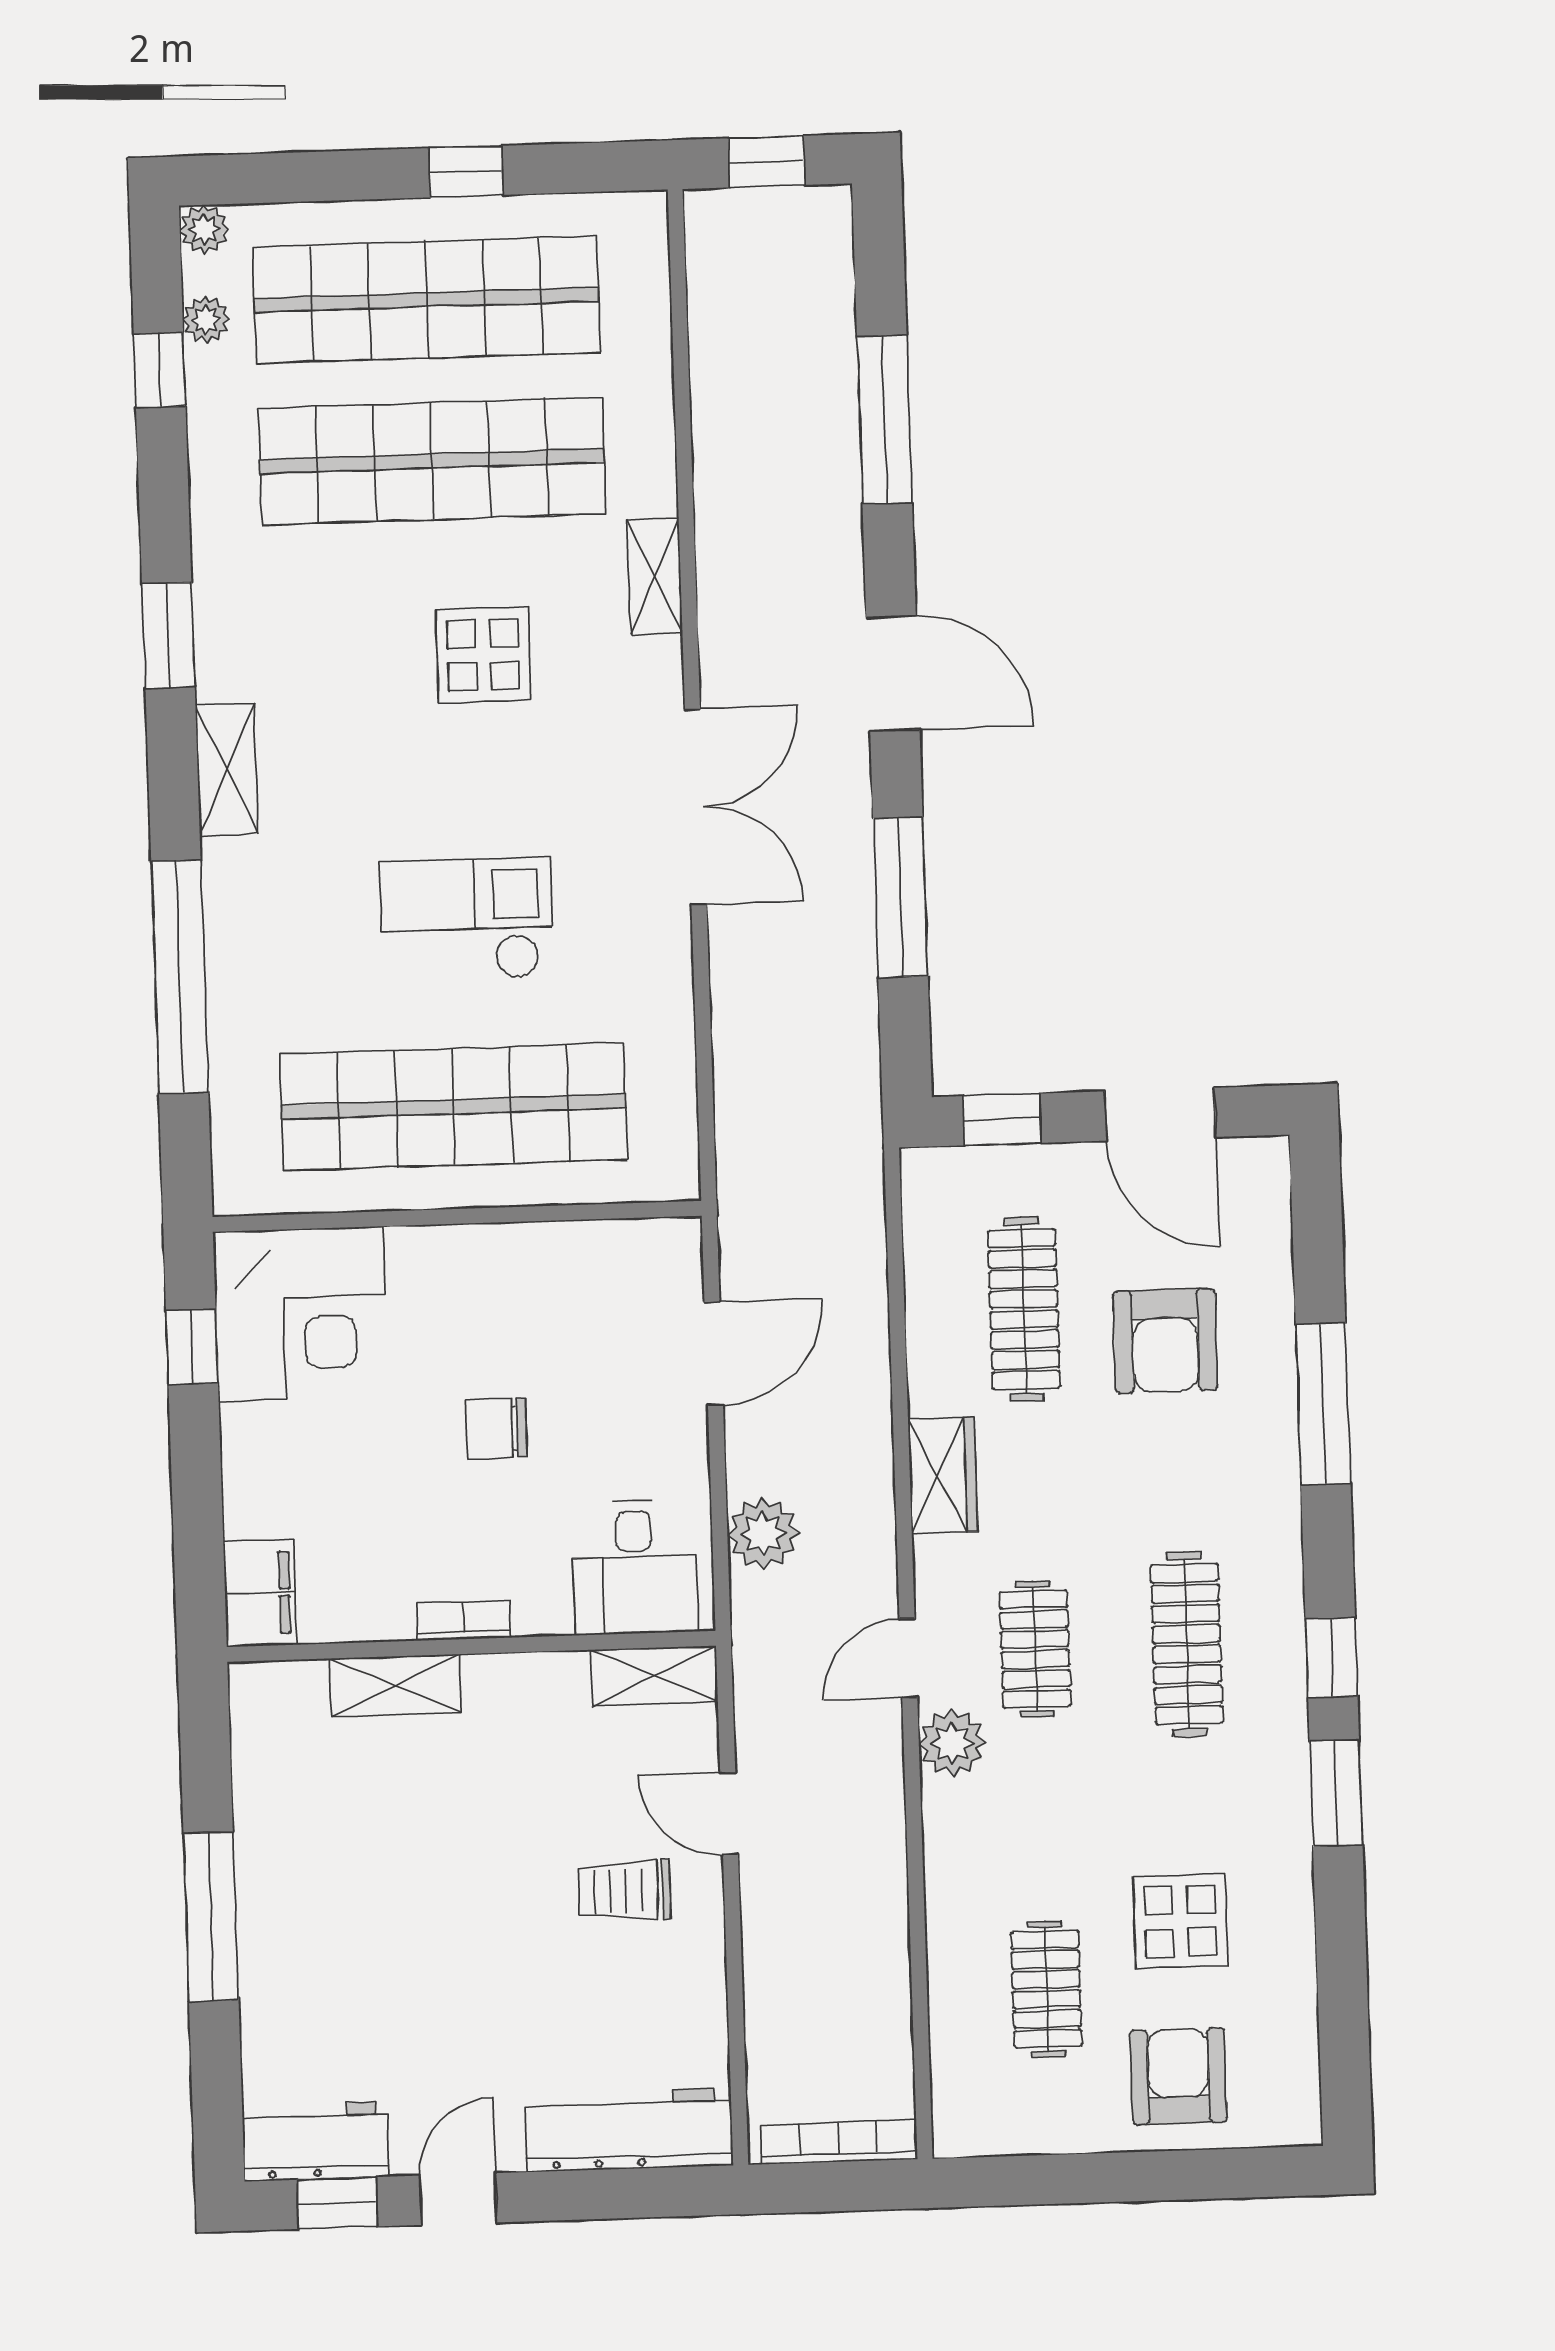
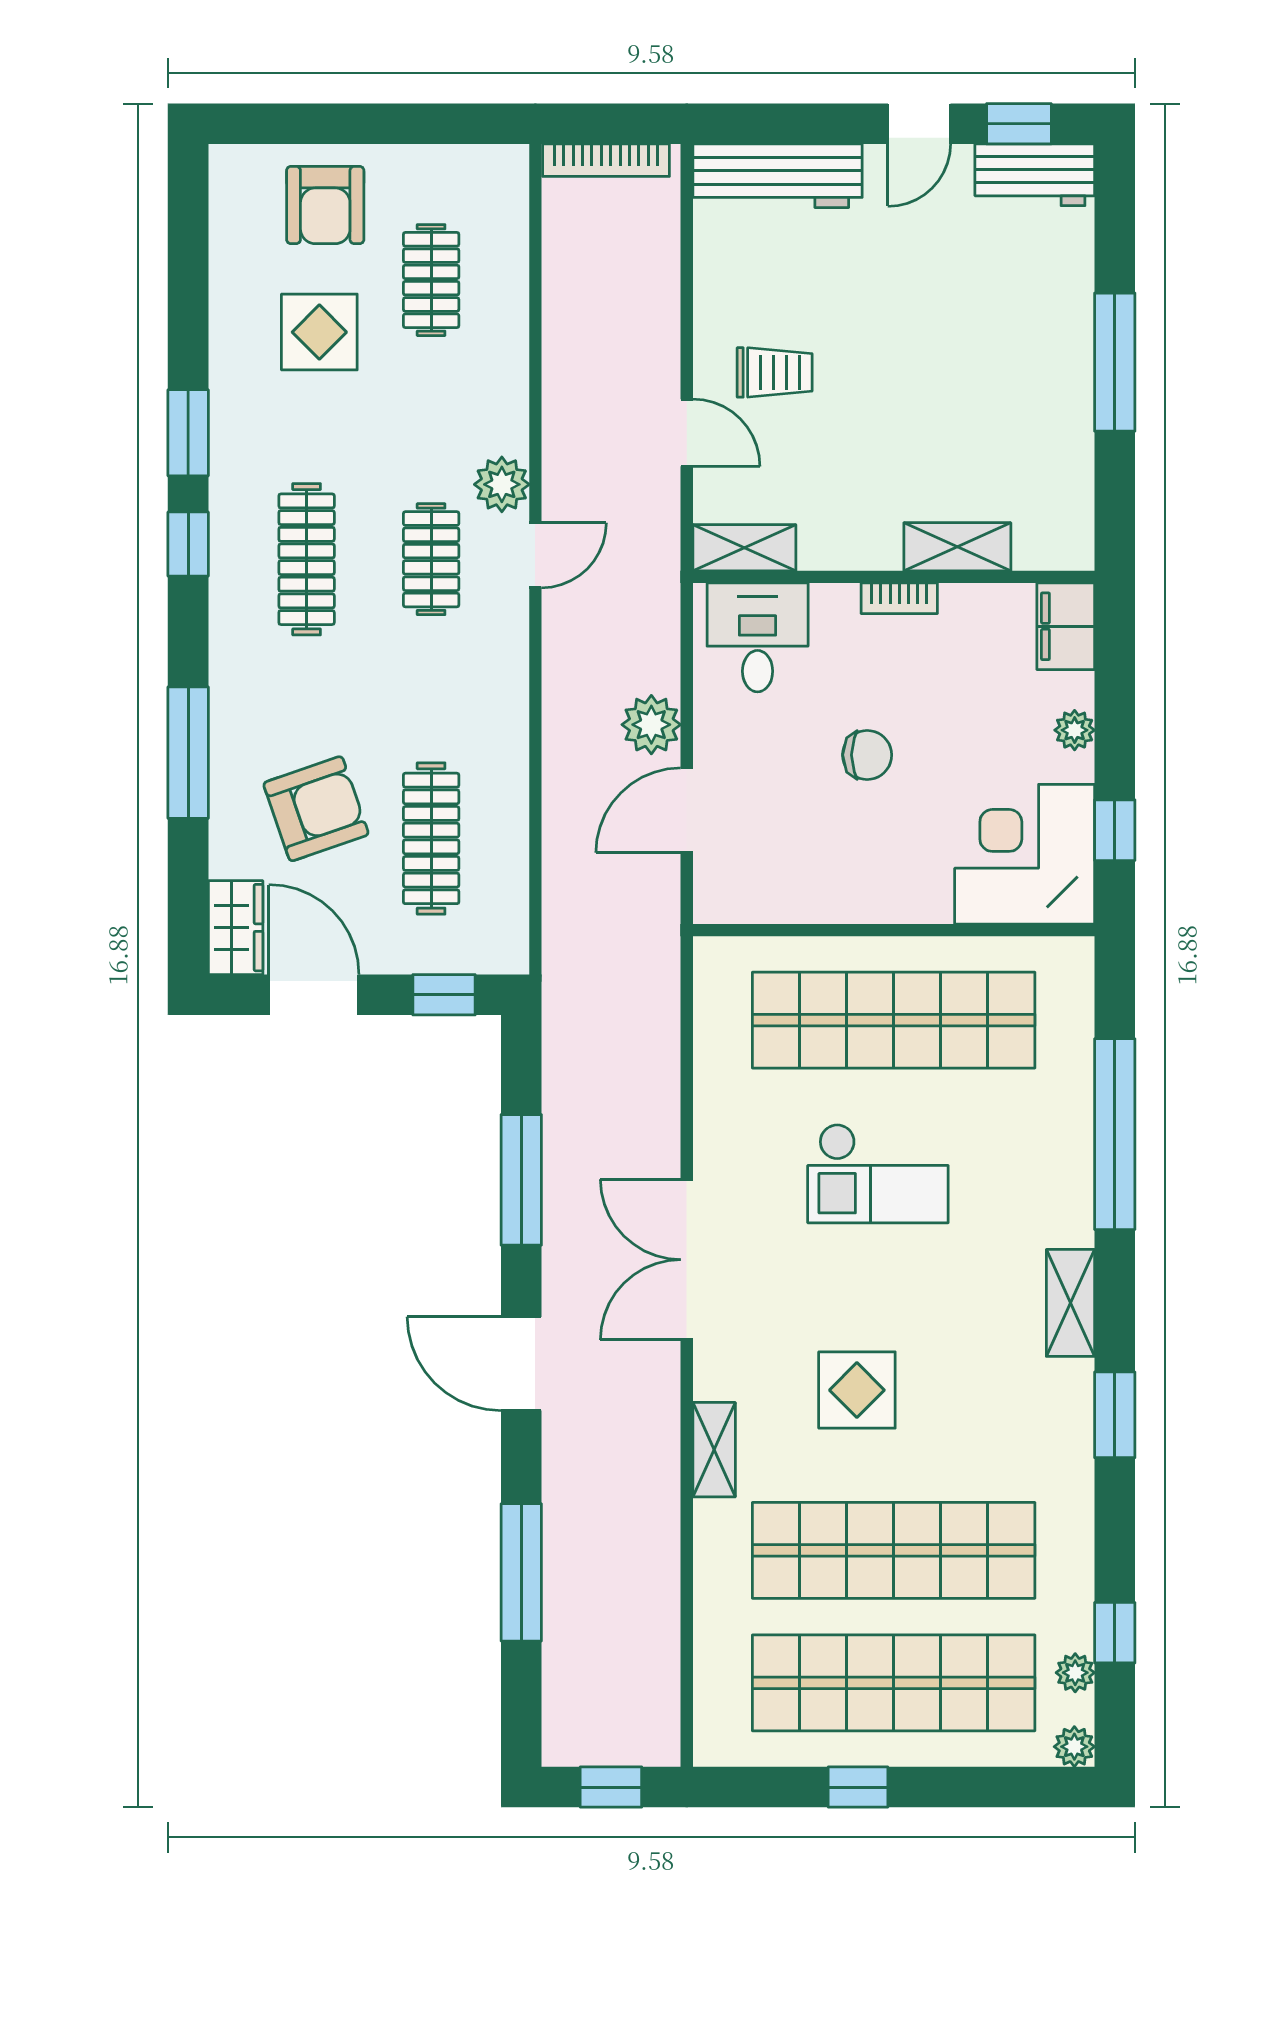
armchair: (1165, 1341) -> (316, 809), turned 71
plant: (245, 1467) -> (1075, 730), added
wardrobe: (943, 1475) -> (236, 928), moved, turned 180
plant: (763, 1534) -> (651, 725), moved

